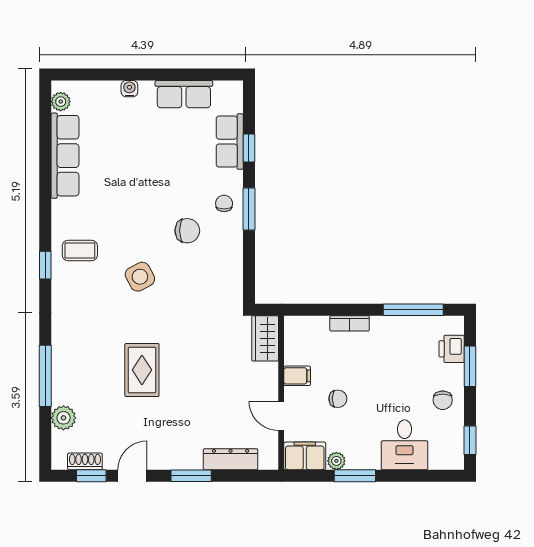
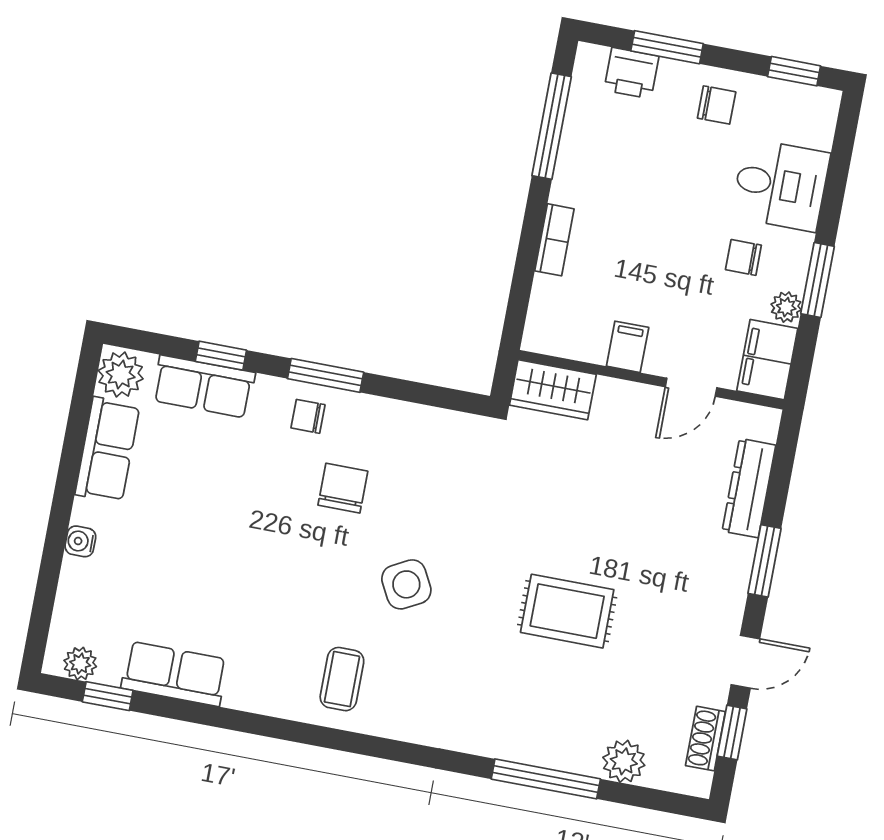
plant: (228, 94) -> (121, 375), added
row of seats: (65, 156) -> (174, 674), width x0.68
window: (45, 265) -> (108, 696), moved
chair: (338, 399) -> (743, 257), moved, turned -90
door: (132, 476) -> (745, 662), swing flipped

